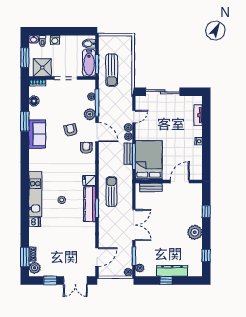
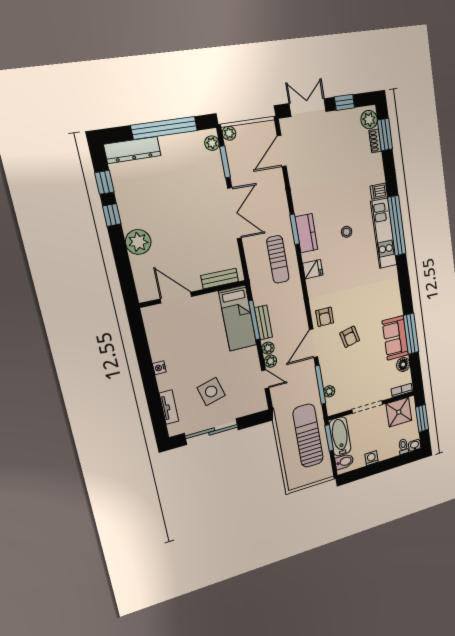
washing machine: (55, 40) -> (371, 458), moved
sun lounger: (112, 70) -> (308, 436), width x1.36, depth x1.34
sliding door: (163, 92) -> (212, 432), moved
plant: (90, 114) -> (328, 366), removed
door: (134, 117) -> (265, 379), swing flipped
side table: (170, 118) -> (211, 391), added
window: (25, 121) -> (411, 334), width x1.44
door: (97, 132) -> (314, 343), hinge flipped
sofa: (37, 134) -> (395, 338), moved
bed: (149, 160) -> (238, 318), width x0.67
door: (180, 182) -> (176, 298), swing flipped
window: (25, 197) -> (397, 226), added
kitchen counter: (90, 204) -> (306, 233), width x0.67
window: (206, 212) -> (112, 215), moved
double door: (134, 225) -> (235, 213), swing flipped
plant: (195, 232) -> (138, 242), moved
dresser: (172, 271) -> (133, 150), moved
window: (166, 280) -> (164, 128), width x3.17

